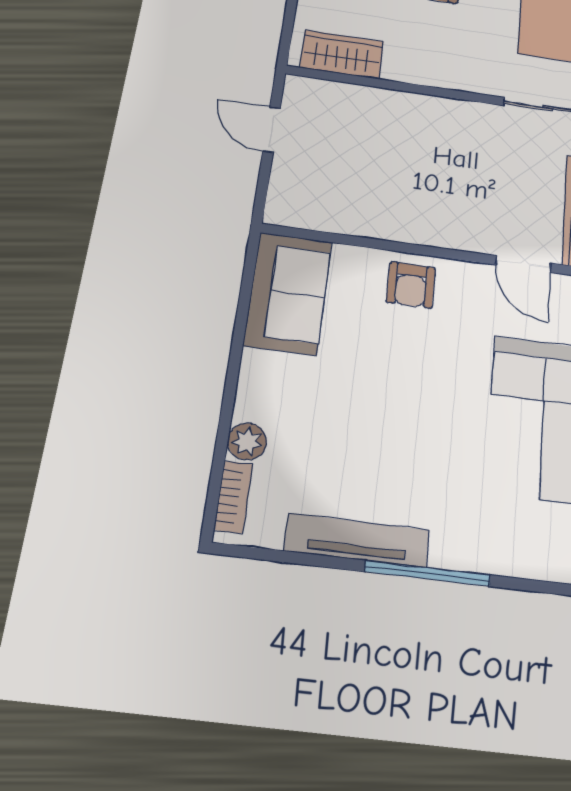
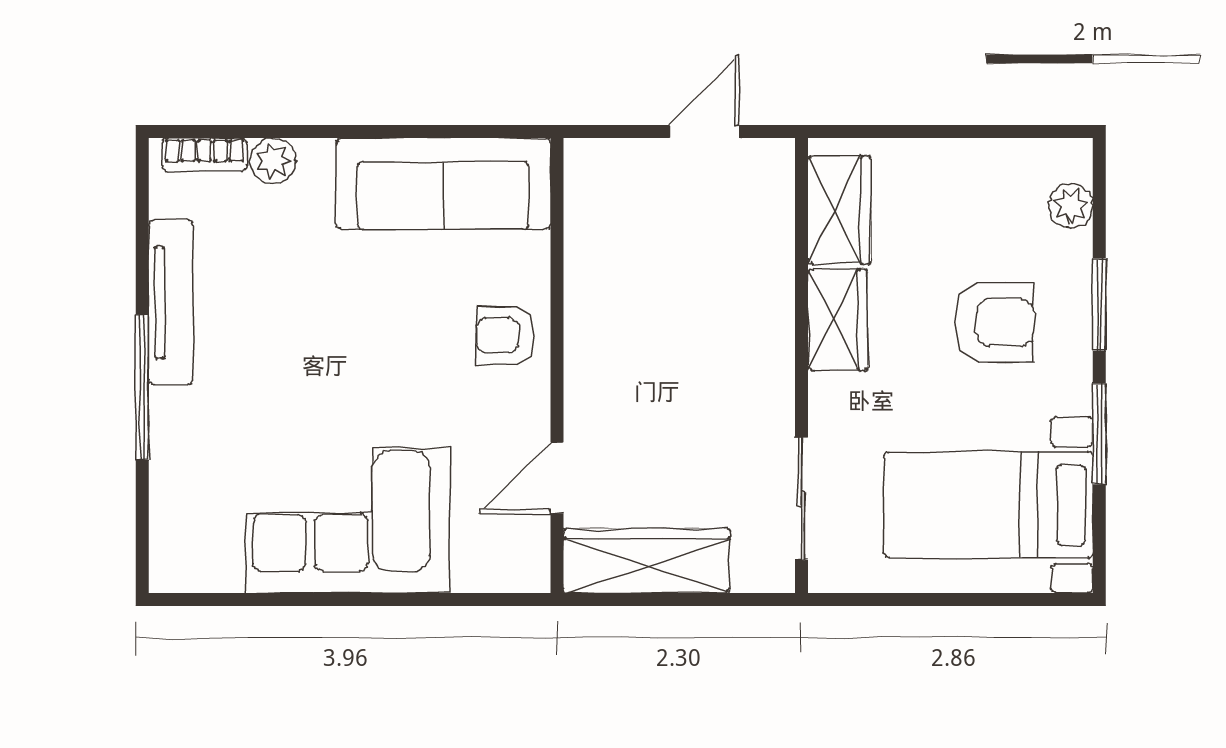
wardrobe: (421, 67) -> (838, 319), added
sofa: (288, 293) -> (443, 184), width x1.36

